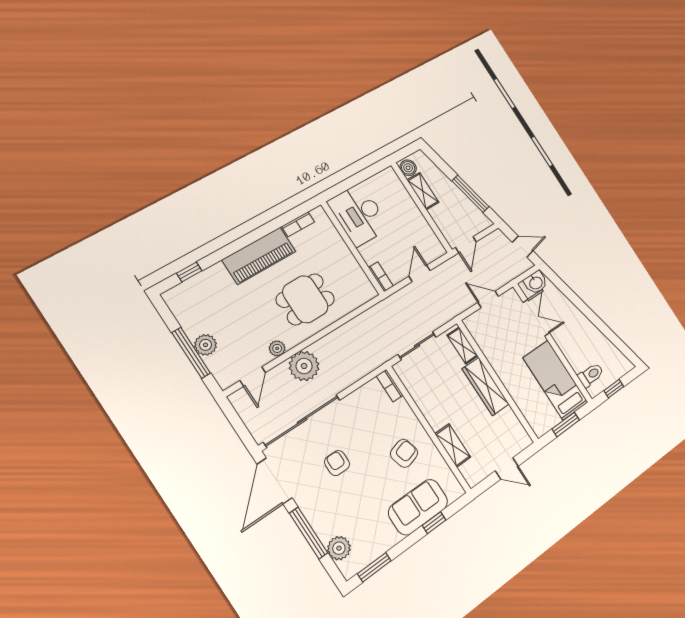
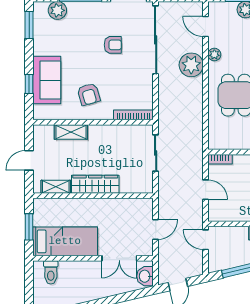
shelving: (463, 346) -> (56, 187), moved
bookcase: (390, 386) -> (133, 115), width x1.56
window: (614, 389) -> (29, 284), removed

